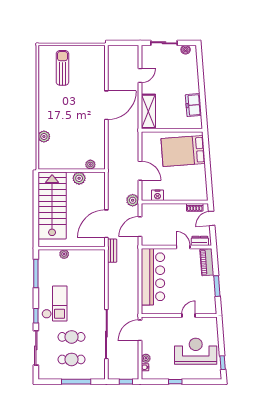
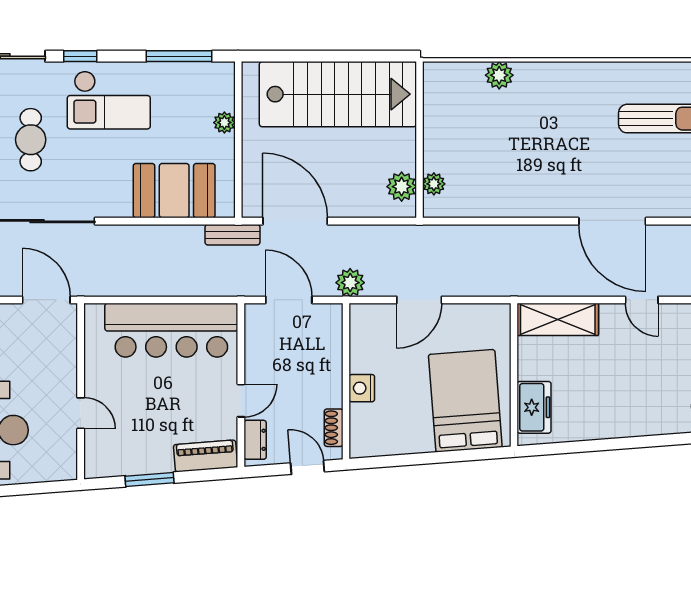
door: (106, 105) -> (612, 221), moved
freezer: (194, 105) -> (534, 407), moved, turned 94
plant: (79, 178) -> (402, 187), moved
nightstand: (158, 195) -> (362, 388), moved
booth: (93, 276) -> (174, 191), added

